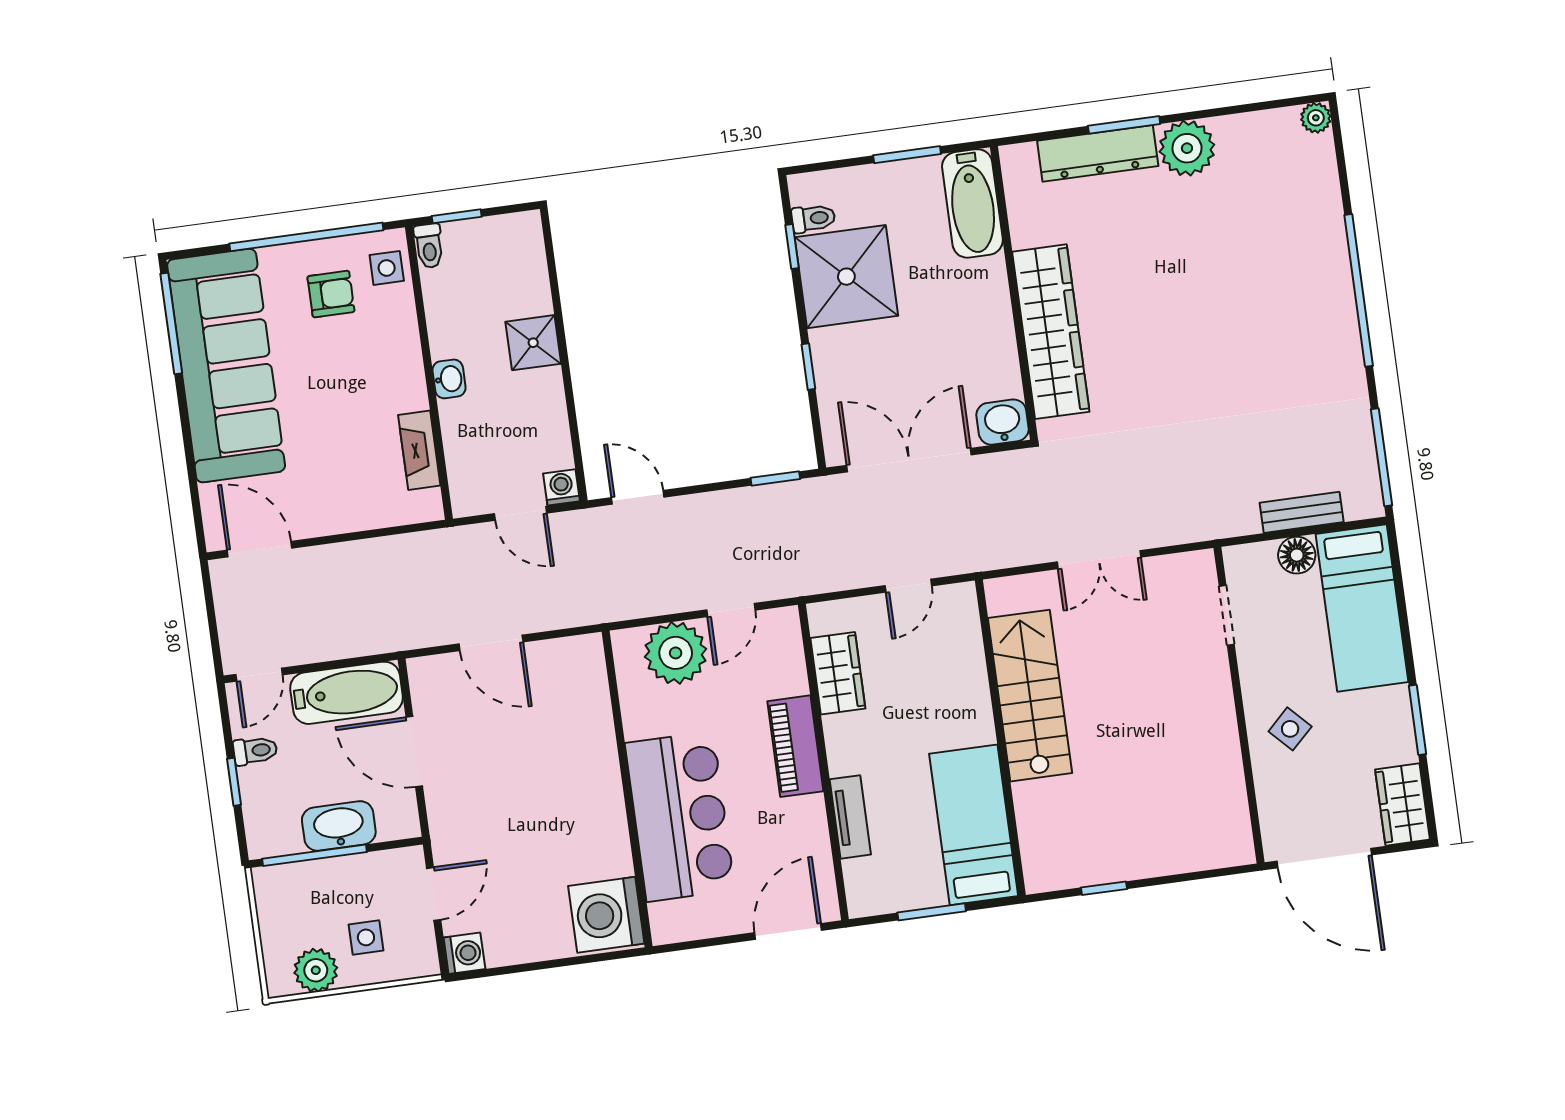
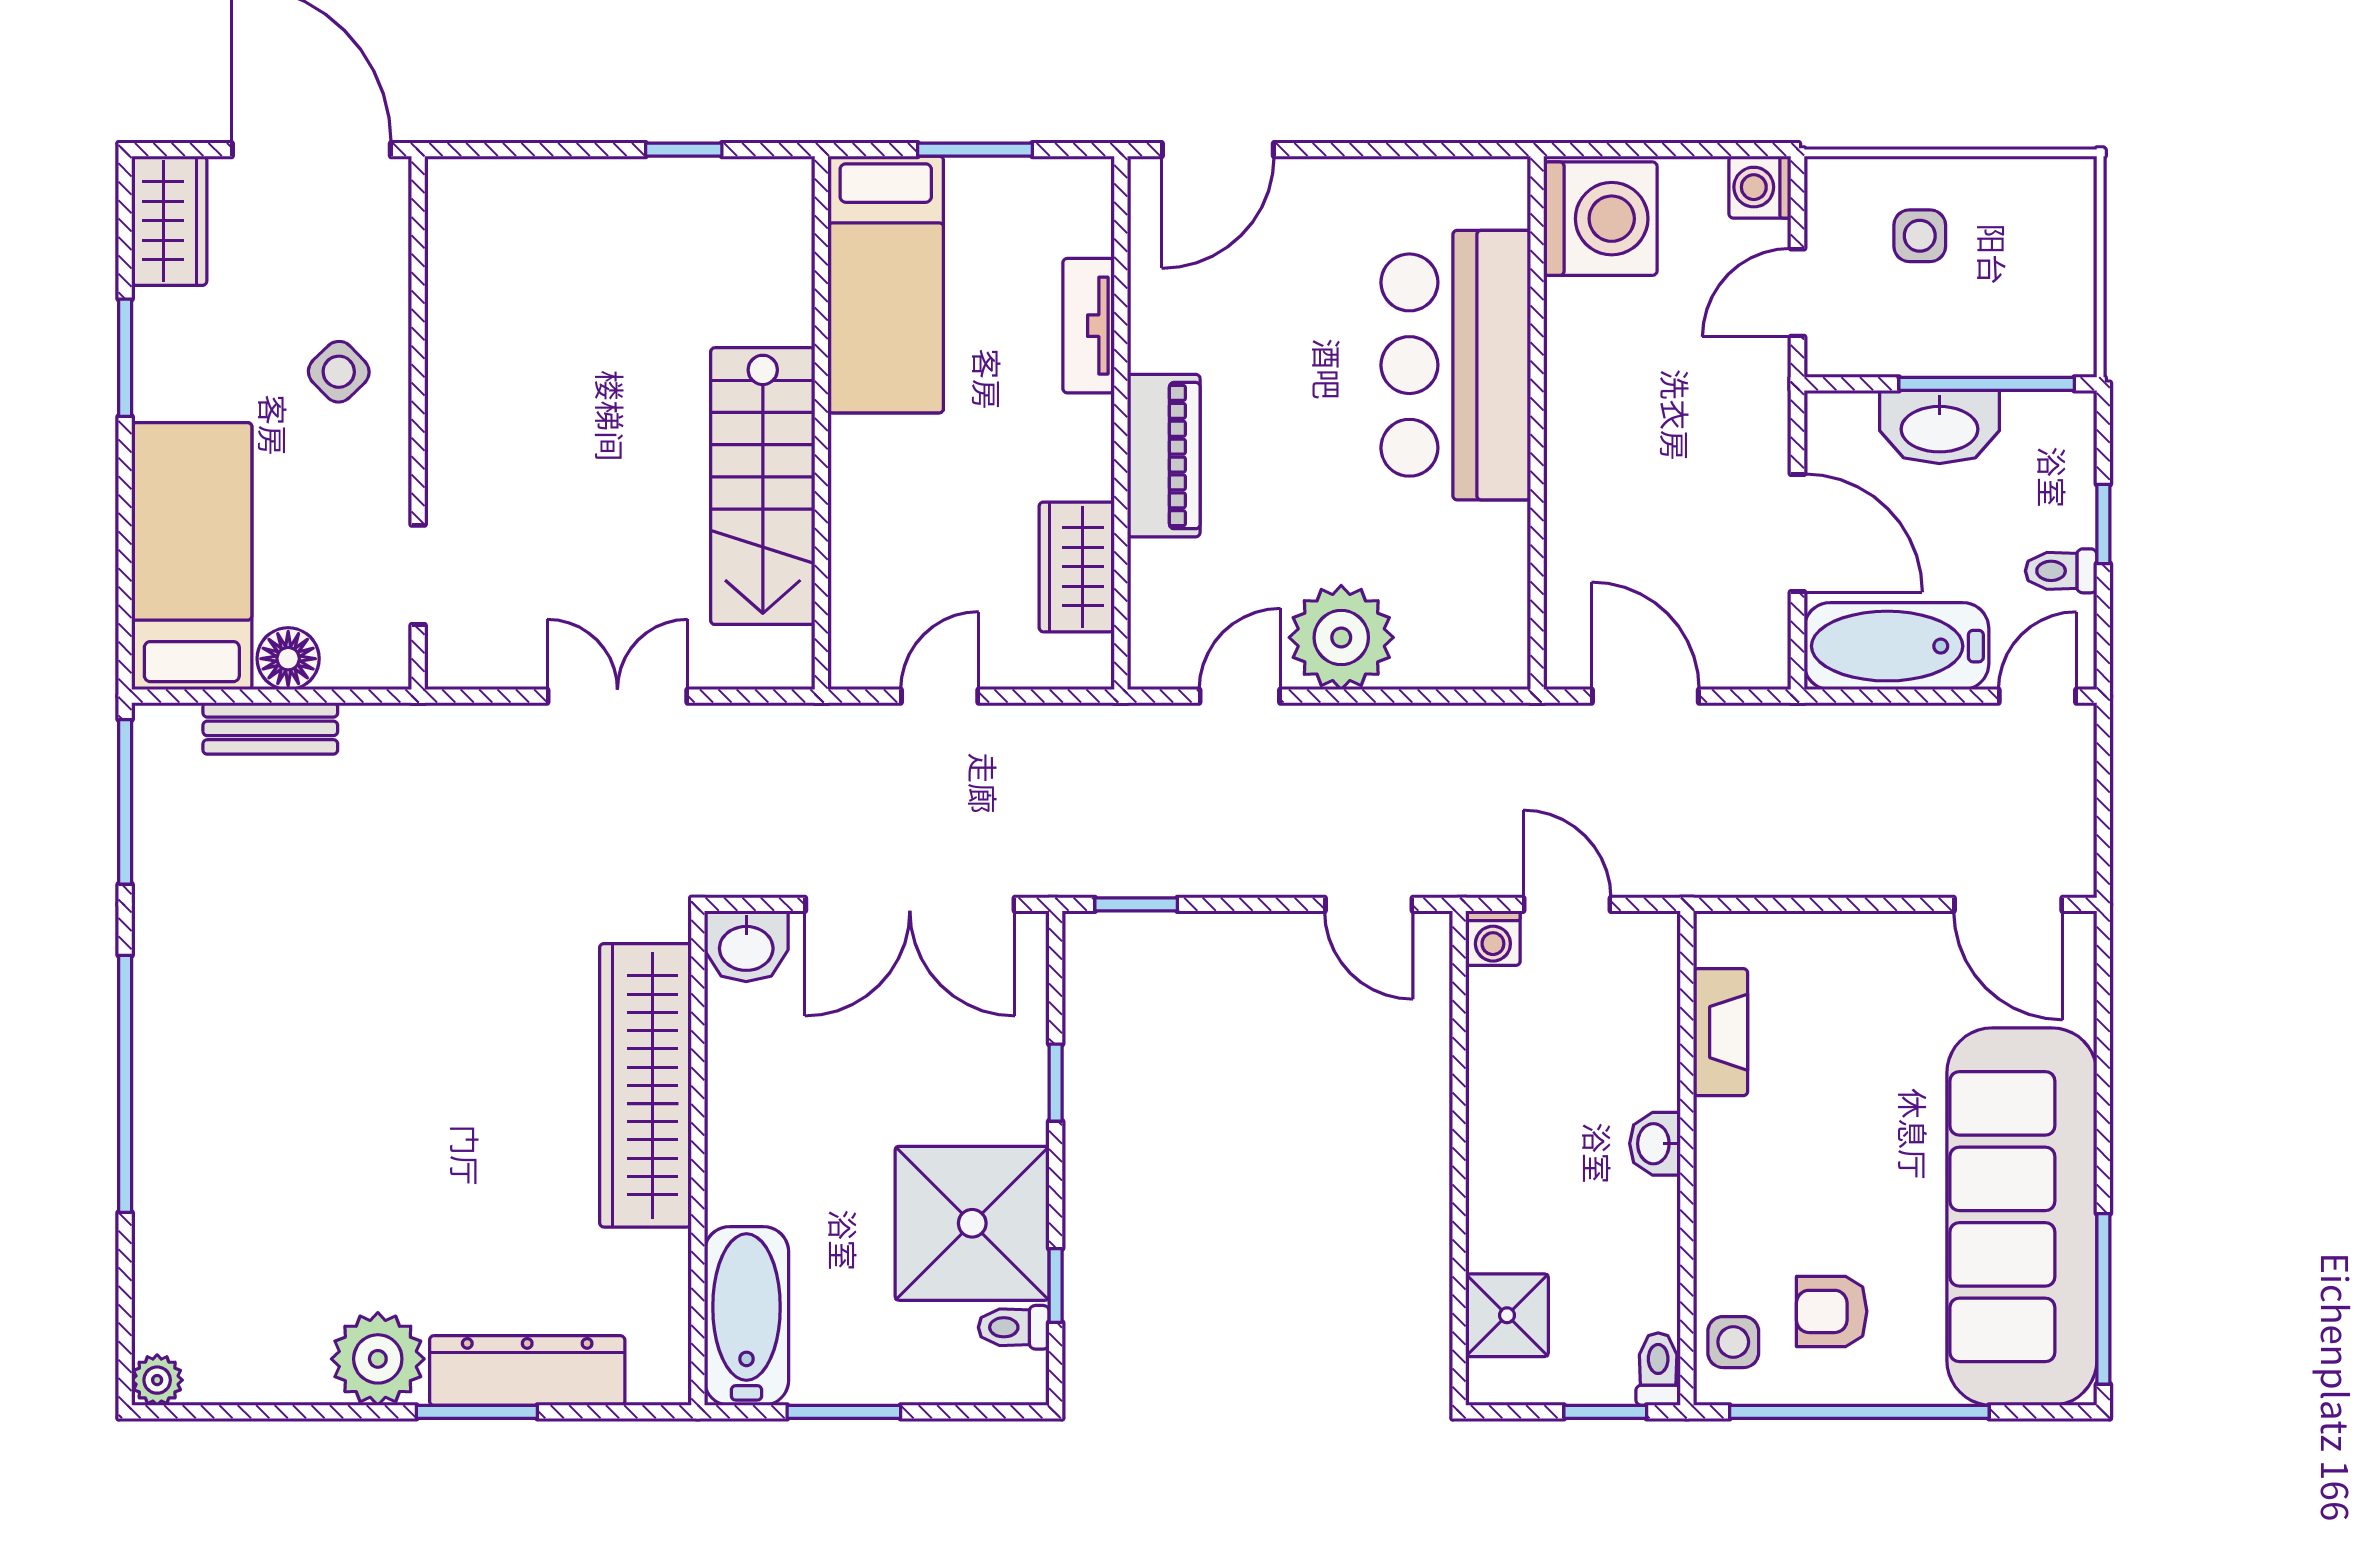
shower: (533, 343) -> (1507, 1315), moved
wall: (627, 789) -> (1537, 423), moved
bar counter: (680, 816) -> (1456, 365), moved
washing machine: (606, 915) -> (1600, 219), moved
plant: (316, 970) -> (2011, 193), removed

